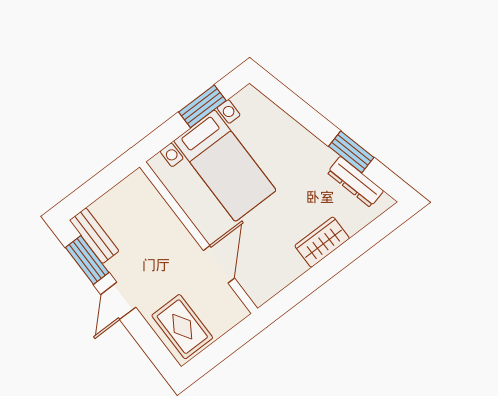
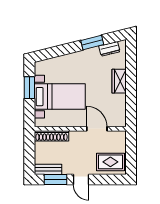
dresser: (355, 182) -> (109, 49), width x0.70
shoe rack: (152, 200) -> (52, 136), added

